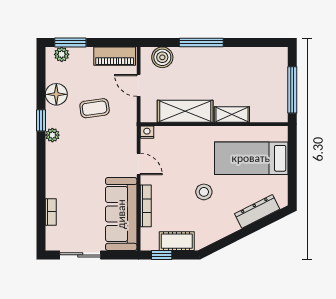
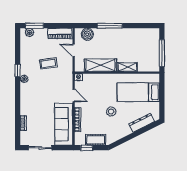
floor lamp: (56, 94) -> (26, 55), removed

